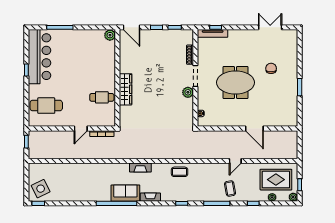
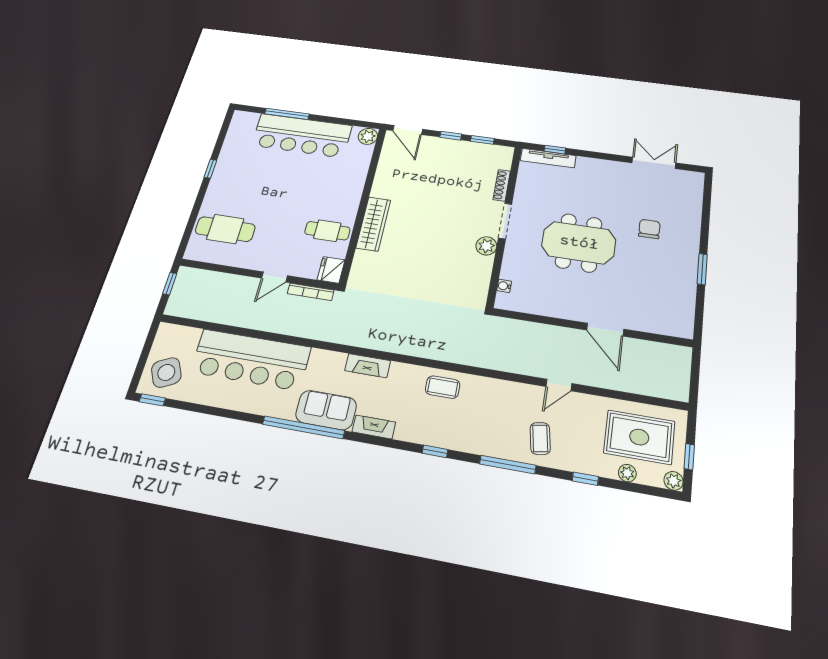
bar counter: (40, 57) -> (302, 135), moved, turned 90
fridge: (109, 120) -> (331, 270), added
bar counter: (81, 175) -> (251, 360), added

